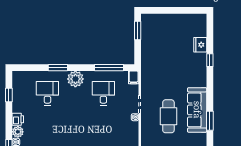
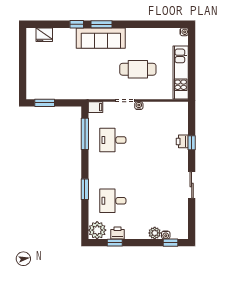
fridge: (200, 45) -> (44, 35), moved
plant: (75, 79) -> (97, 230), moved
sofa: (197, 110) -> (101, 38), moved
printer: (18, 119) -> (117, 233), moved
window: (210, 121) -> (102, 24), moved

